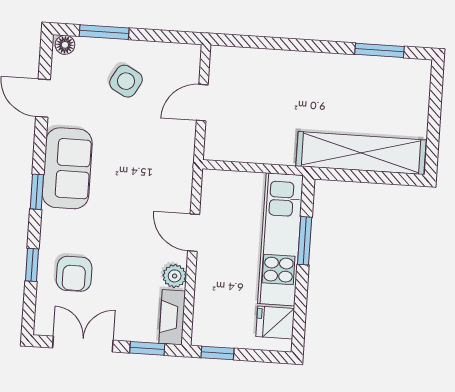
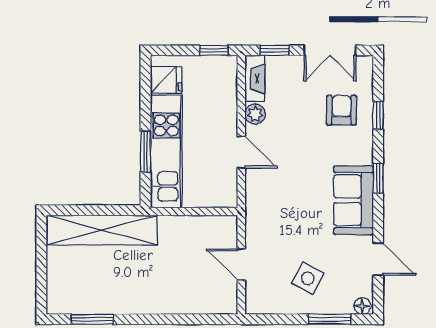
door: (202, 103) -> (241, 264), swing flipped

